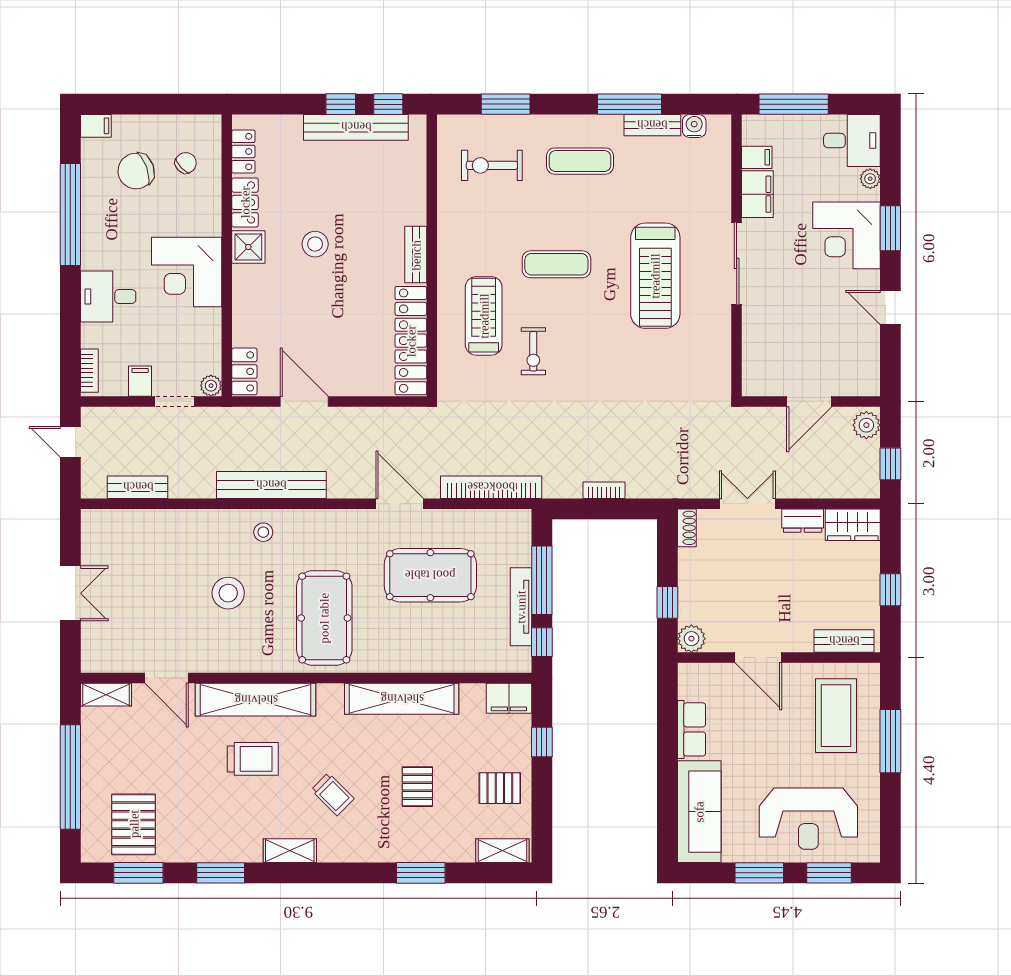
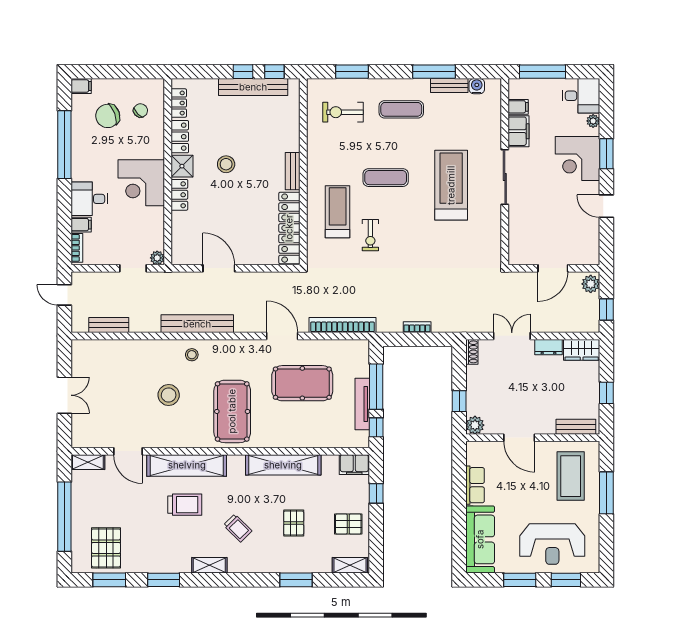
treadmill: (655, 276) -> (451, 185), turned 180
locker: (244, 371) -> (179, 195), moved
filing cabinet: (140, 381) -> (81, 225), moved, turned 90

